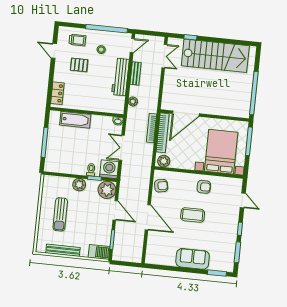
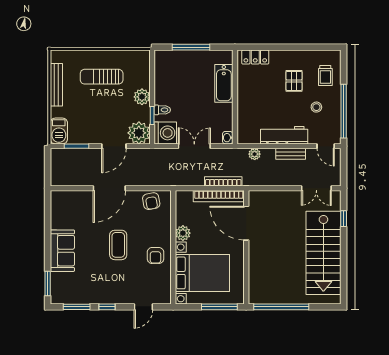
door: (54, 51) -> (308, 47), removed
plant: (164, 161) -> (183, 233), moved

